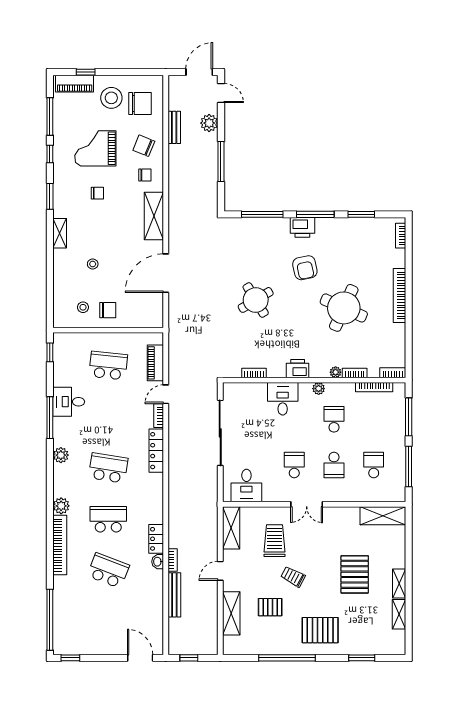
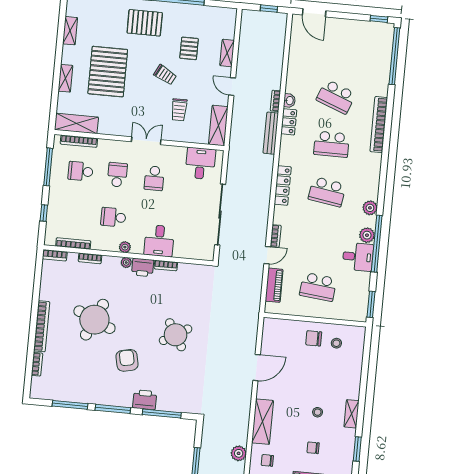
plant: (176, 180) -> (239, 453), added
window: (361, 214) -> (70, 405), width x1.44
printer: (302, 227) -> (145, 400), moved
bookcase: (401, 236) -> (37, 364), moved
stool: (93, 264) -> (318, 412), moved
door: (166, 273) -> (257, 368), width x0.73
window: (50, 352) -> (371, 304), width x1.50
plant: (336, 372) -> (126, 263), moved
bookcase: (254, 373) -> (166, 265), moved
window: (409, 417) -> (44, 213), width x0.46
window: (50, 418) -> (377, 244), width x1.46
school desk: (334, 419) -> (113, 217), turned 90
locker: (156, 451) -> (283, 185), moved
school desk: (374, 465) -> (81, 171), turned 90
bookcase: (378, 497) -> (79, 141), added
plant: (61, 506) -> (367, 235), moved
trolley: (275, 541) -> (179, 110), width x0.73, depth x0.72
door: (220, 571) -> (232, 87), swing flipped
pallet: (355, 574) -> (108, 72), width x1.37, depth x1.41
shelving: (399, 584) -> (65, 78), moved
bench: (174, 595) -> (271, 133), moved
pallet: (270, 607) -> (189, 48), turned 90
shelving: (231, 613) -> (227, 53), width x0.67, depth x0.75

